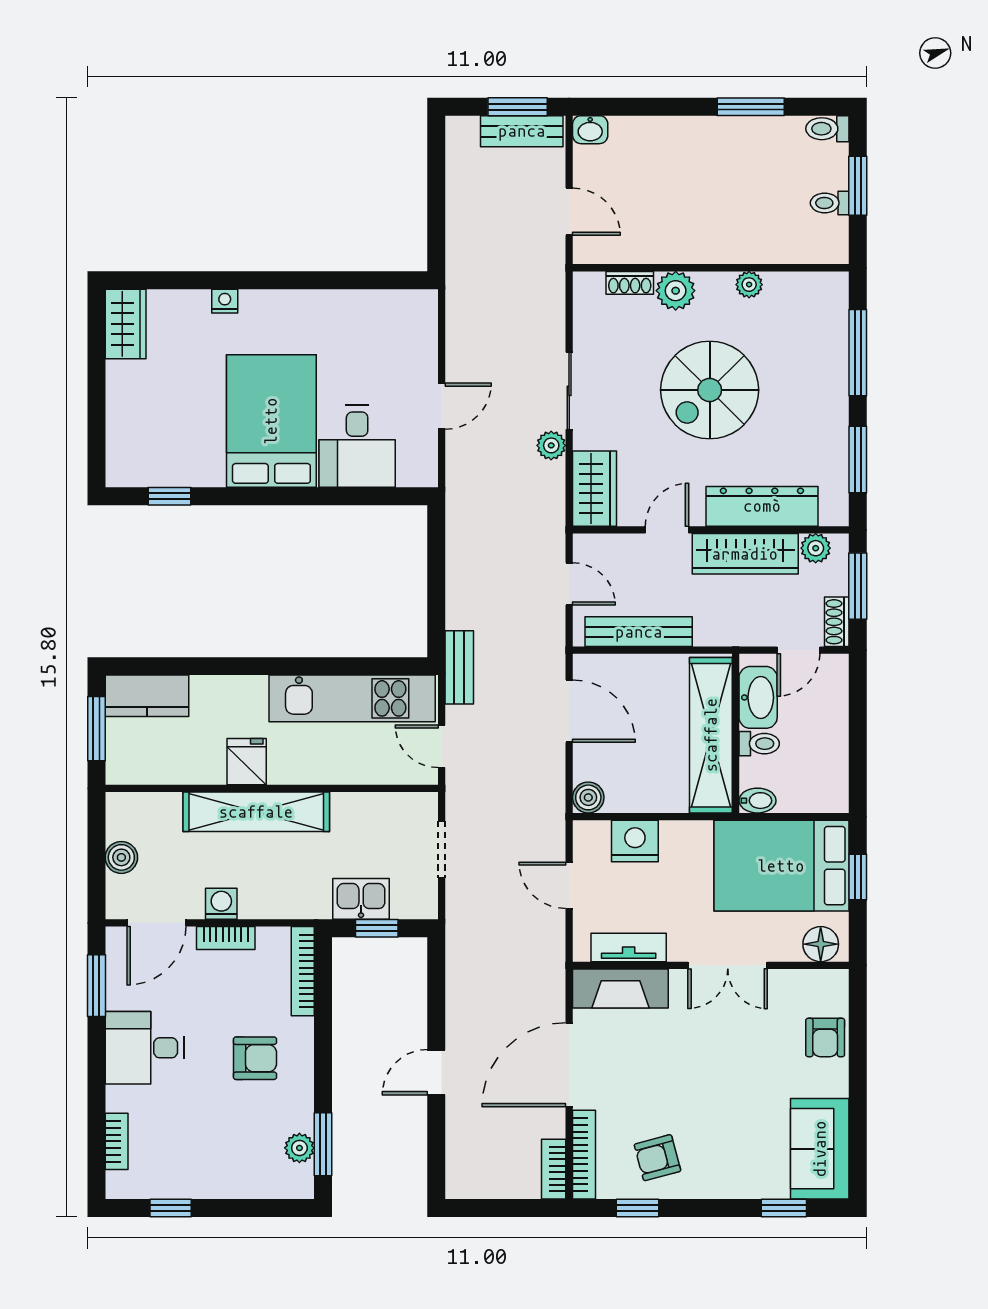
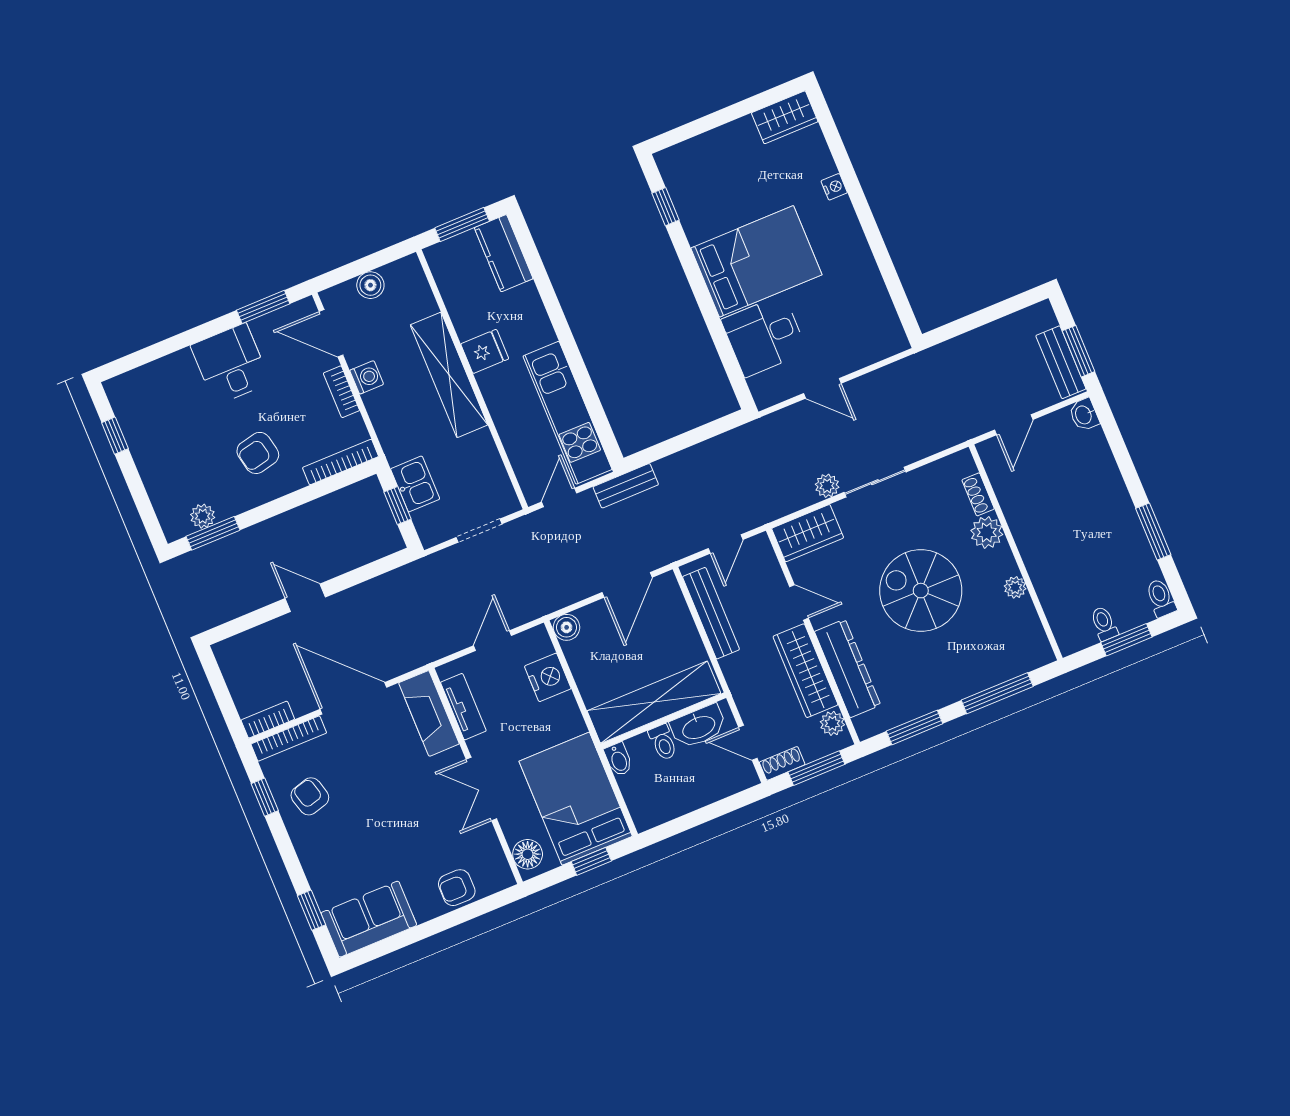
armchair: (255, 1058) -> (258, 453), turned 78
bookcase: (117, 1141) -> (149, 372), removed

